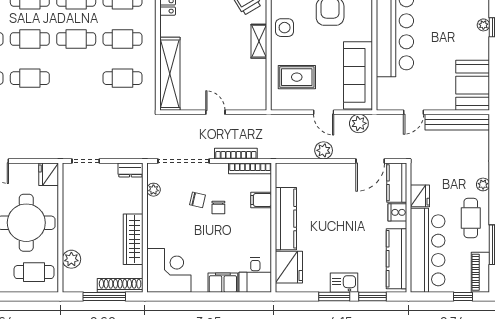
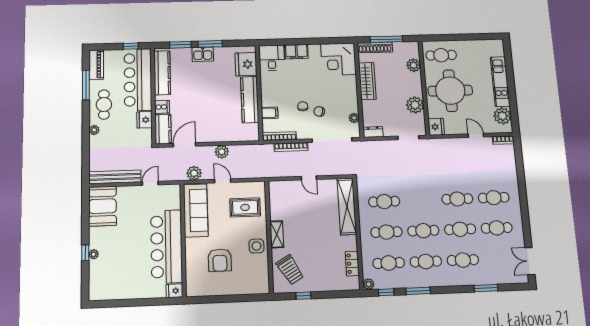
plant: (74, 205) -> (415, 105), added
window: (463, 297) -> (131, 46), moved

